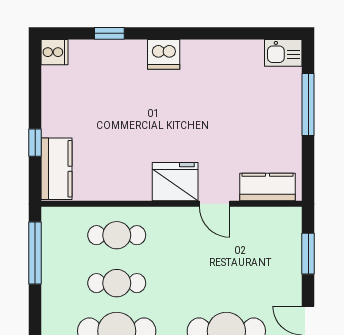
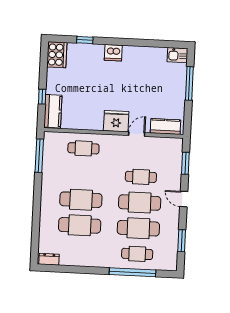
cooker: (55, 52) -> (57, 55), width x1.87, depth x1.31
door: (215, 204) -> (137, 134), swing flipped
cafe table: (117, 283) -> (141, 177), moved

